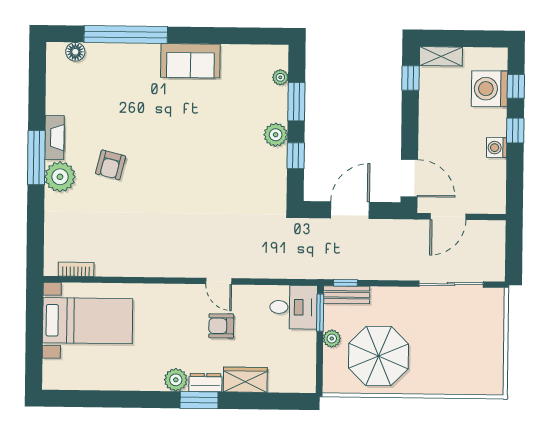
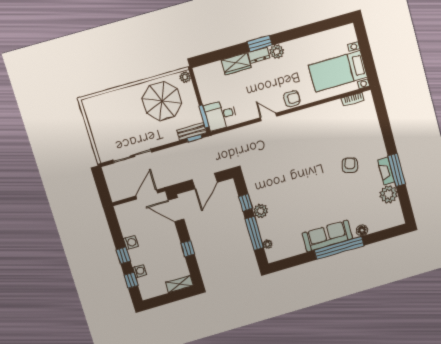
window: (126, 34) -> (339, 248), moved
floor lamp: (75, 52) -> (362, 230), moved
sofa: (190, 61) -> (327, 236), width x1.36
window: (410, 78) -> (188, 249), moved
washing machine: (489, 89) -> (139, 271), width x0.53, depth x0.53
window: (296, 102) -> (254, 233), width x1.44
window: (36, 158) -> (397, 170), moved
plant: (60, 177) -> (388, 194), moved
armchair: (221, 326) -> (292, 99), moved
plant: (332, 339) -> (185, 77), moved

